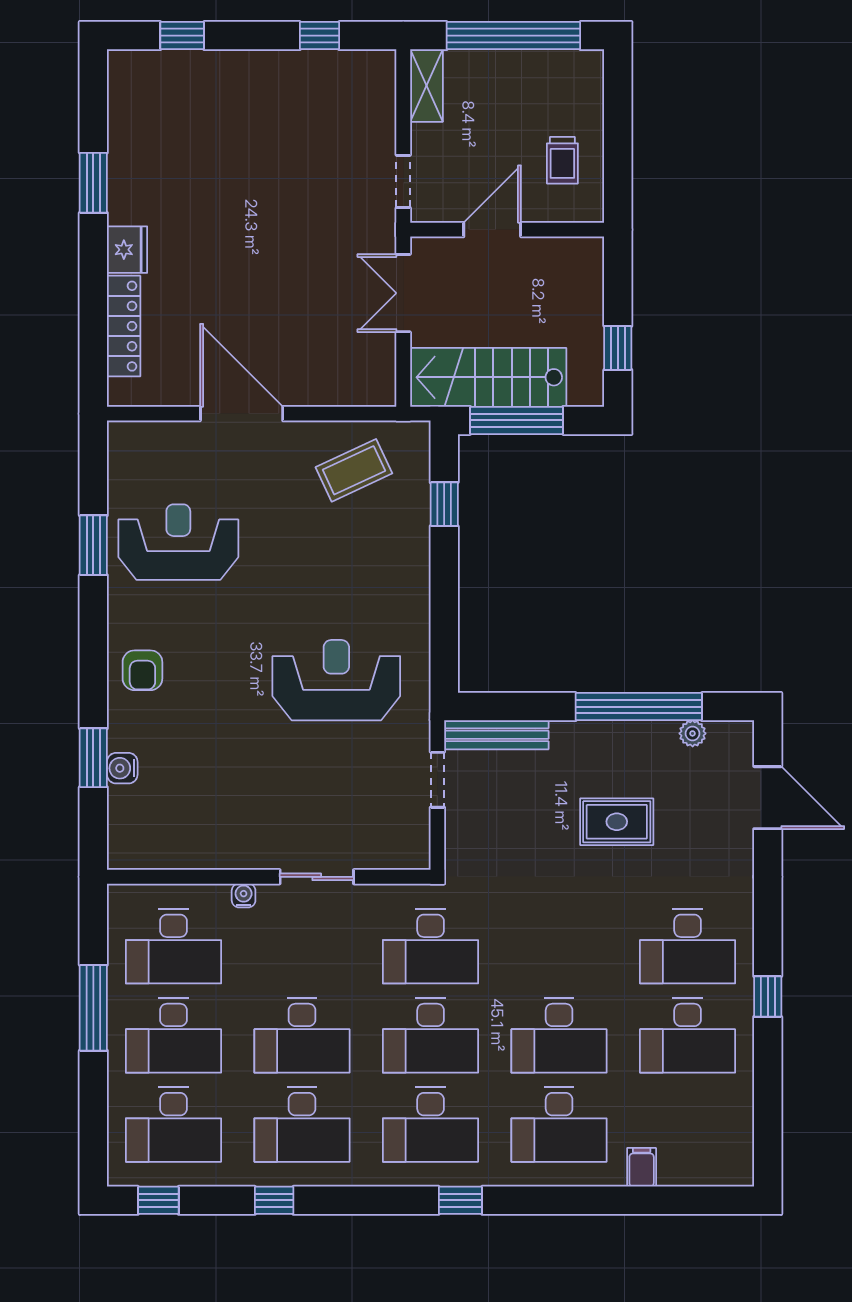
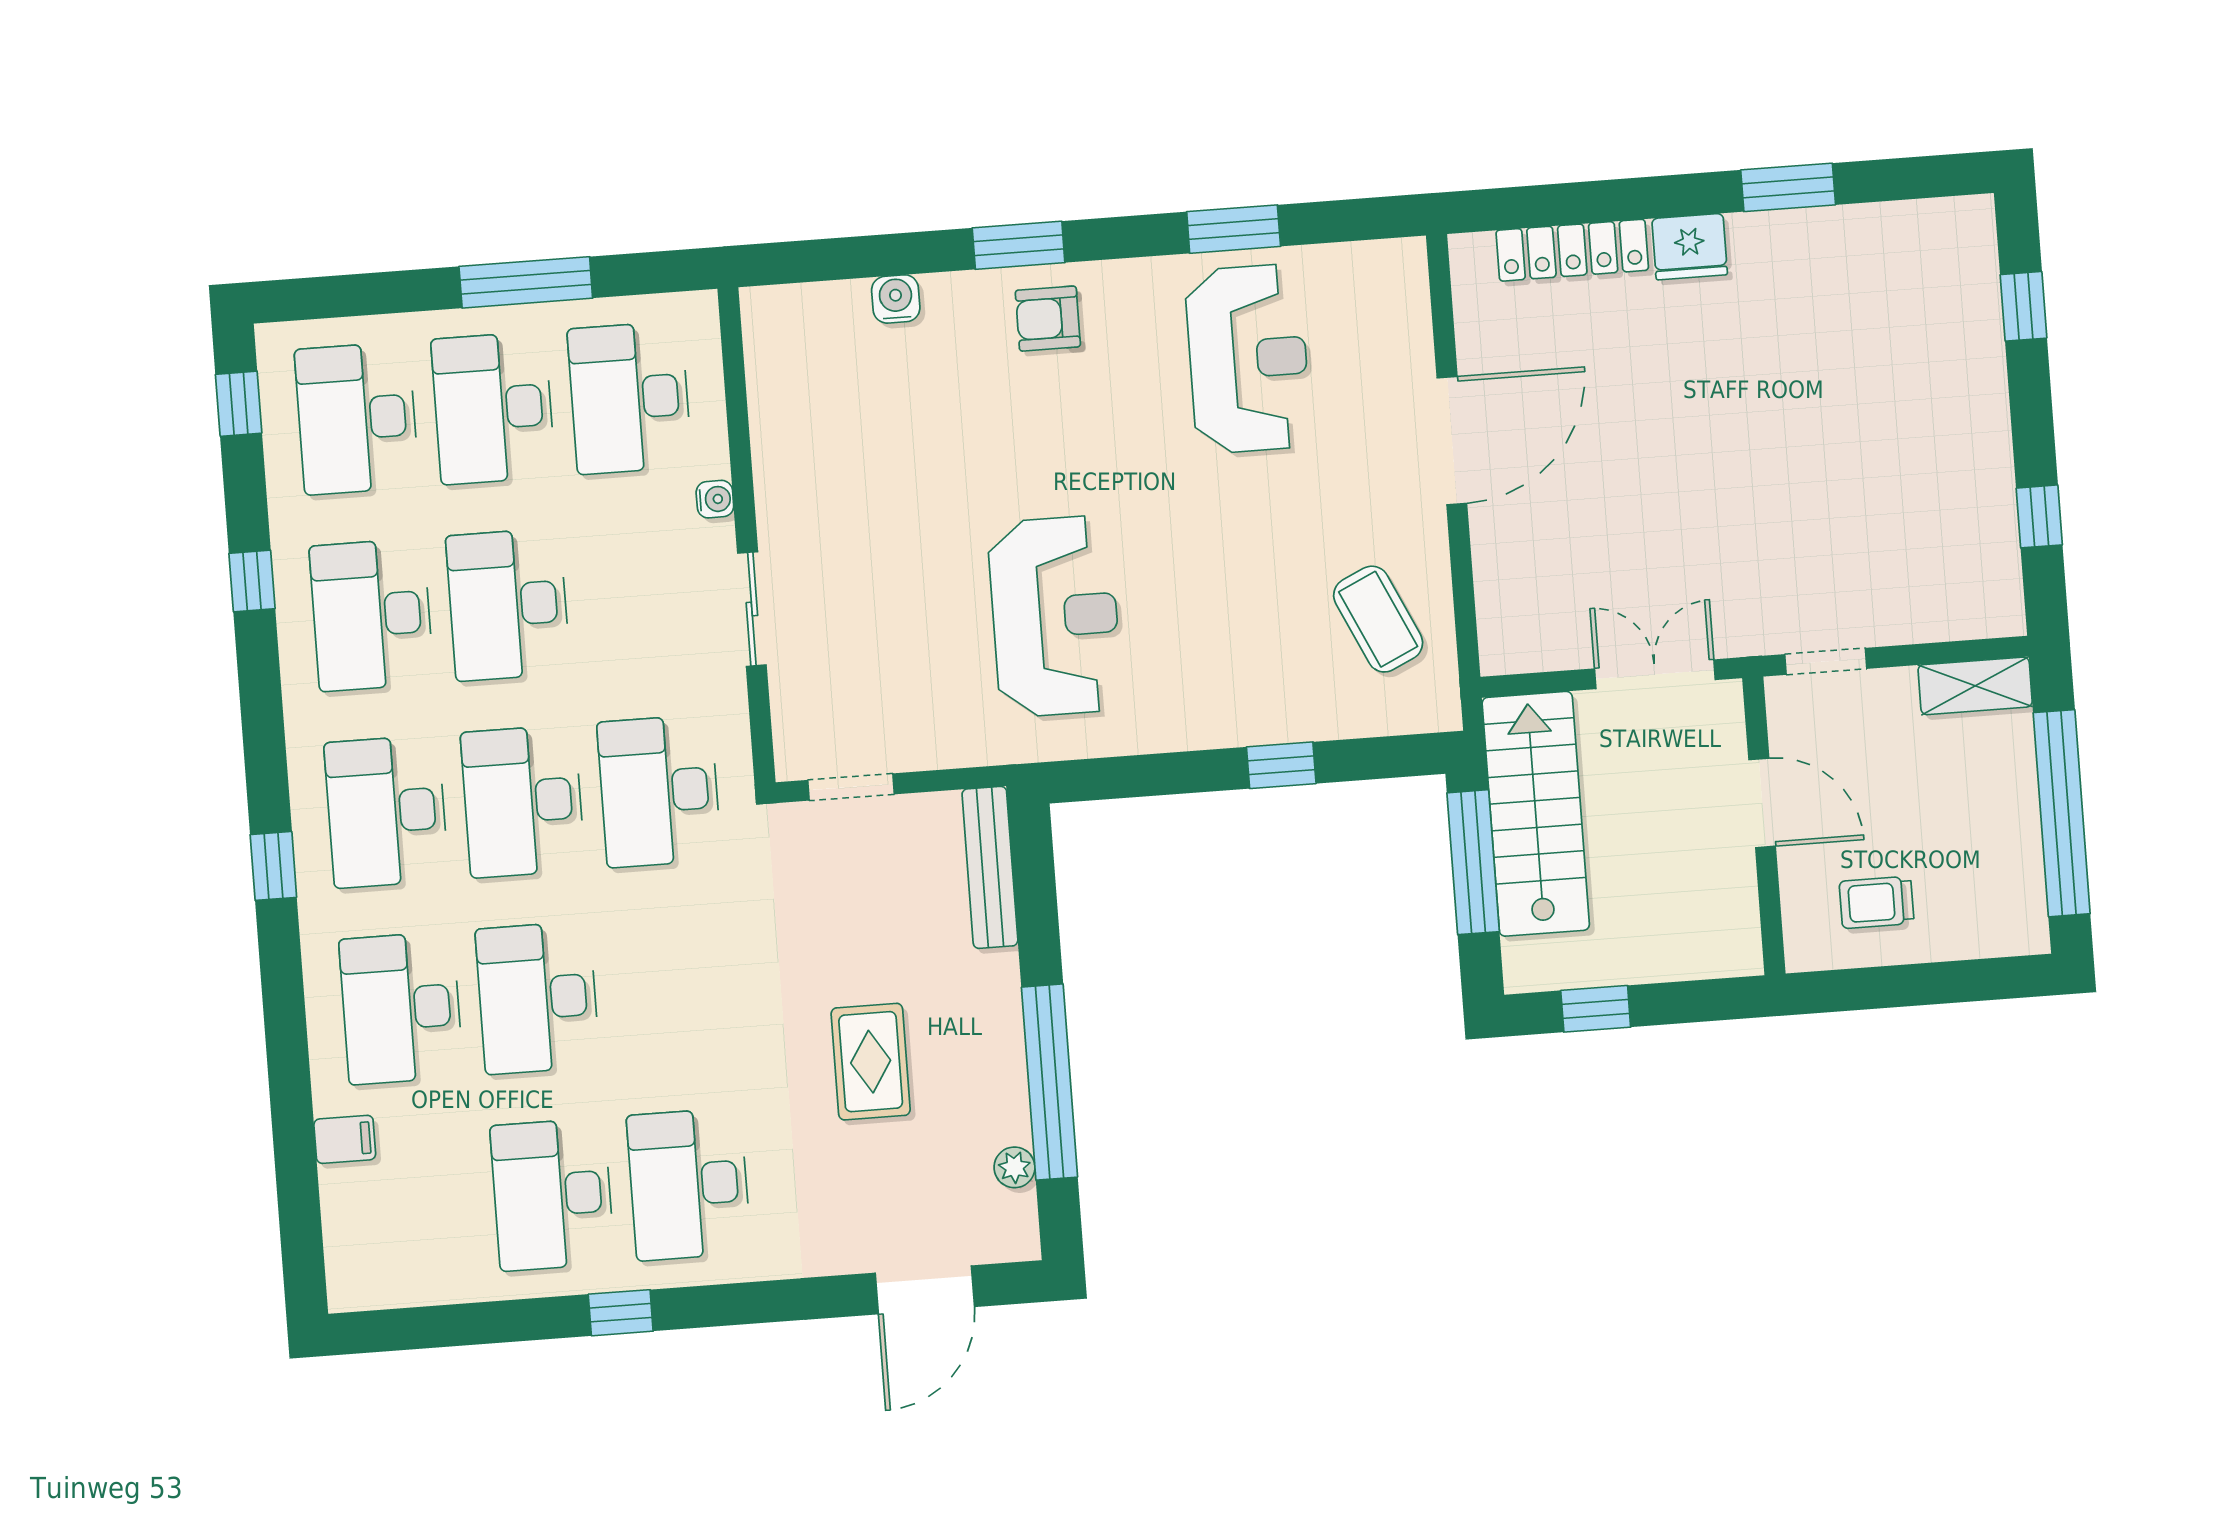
window: (444, 504) -> (1281, 765), moved
window: (93, 758) -> (1019, 245), moved
doorway: (437, 780) -> (851, 787), moved

